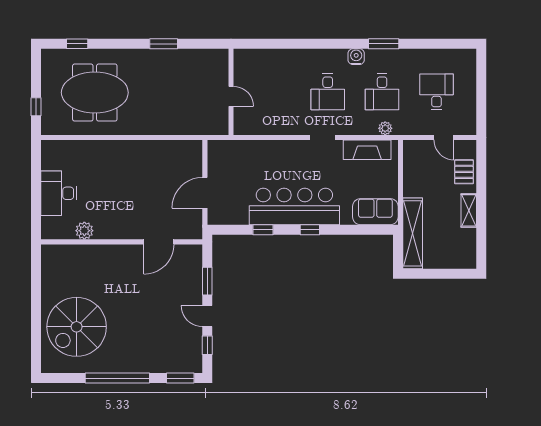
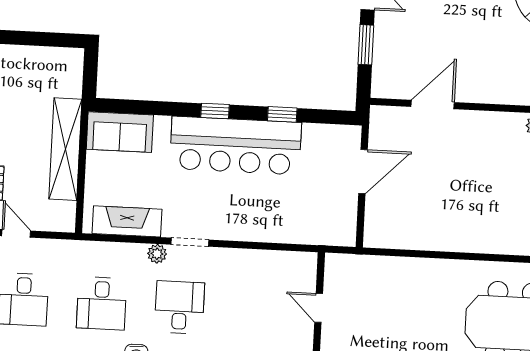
desk: (382, 92) -> (102, 303), turned 180
plant: (385, 128) -> (157, 254), moved
shelving: (413, 233) -> (65, 149), moved

